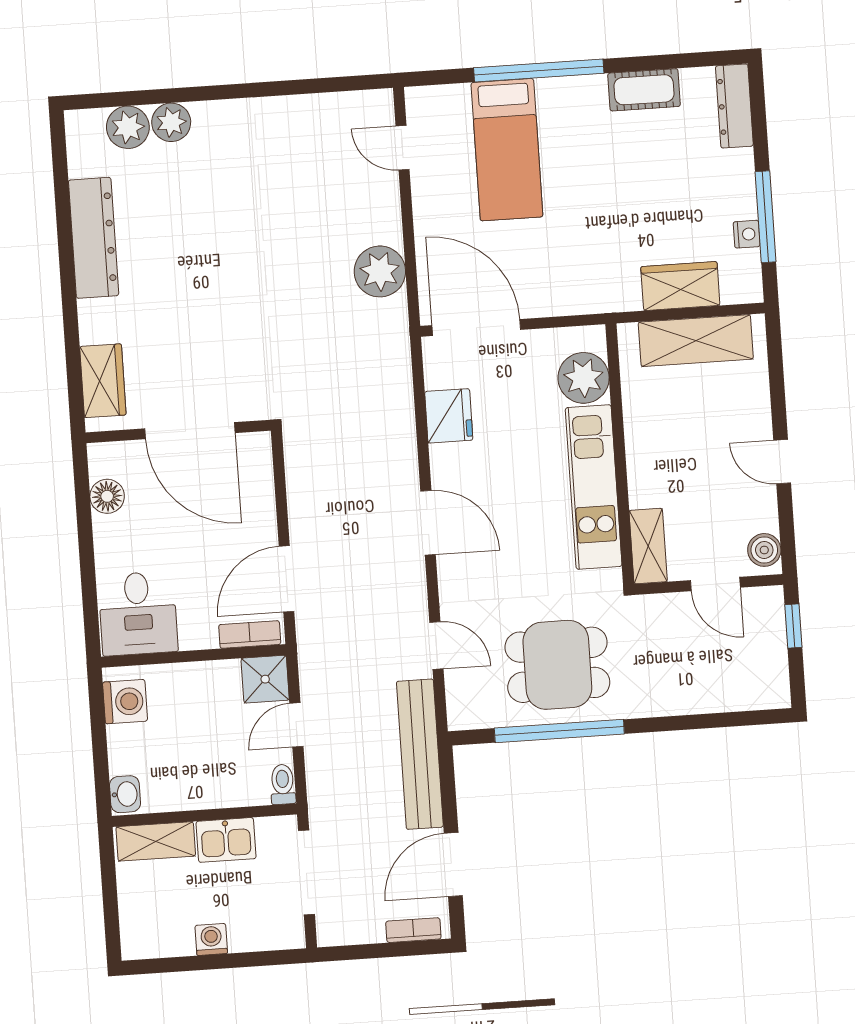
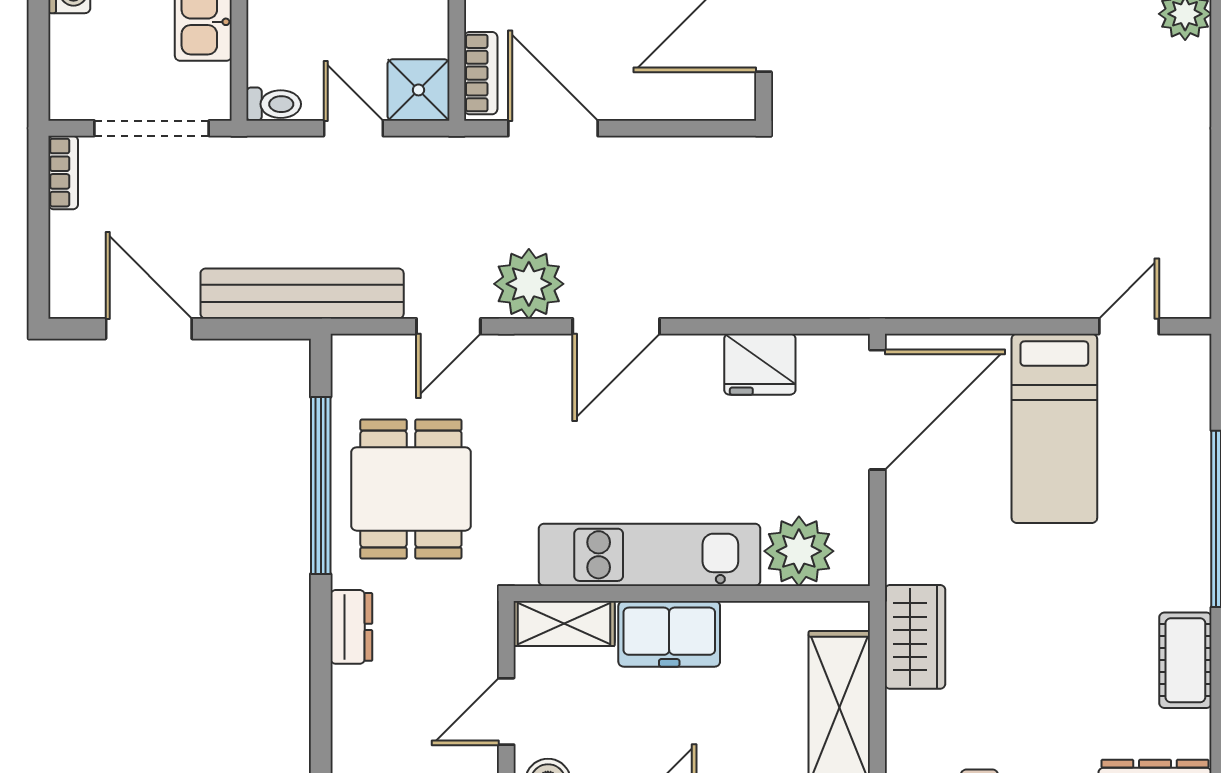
bed: (507, 150) -> (1054, 428), moved, turned -90
plant: (380, 271) -> (529, 284), moved
wardrobe: (680, 286) -> (915, 637), moved
freezer: (650, 469) -> (669, 634), added
dresser: (661, 701) -> (351, 627), added
bookcase: (413, 930) -> (63, 173), moved

